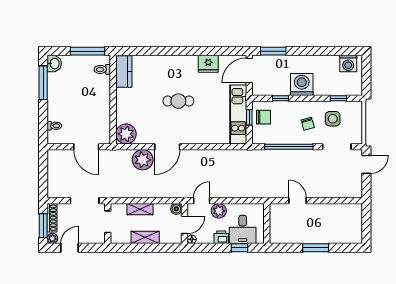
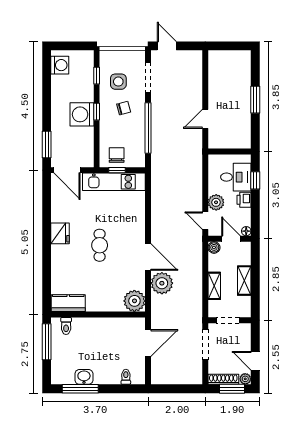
washbasin: (54, 64) -> (84, 377), moved
fridge: (208, 64) -> (60, 233), moved
window: (281, 98) -> (97, 112), moved

